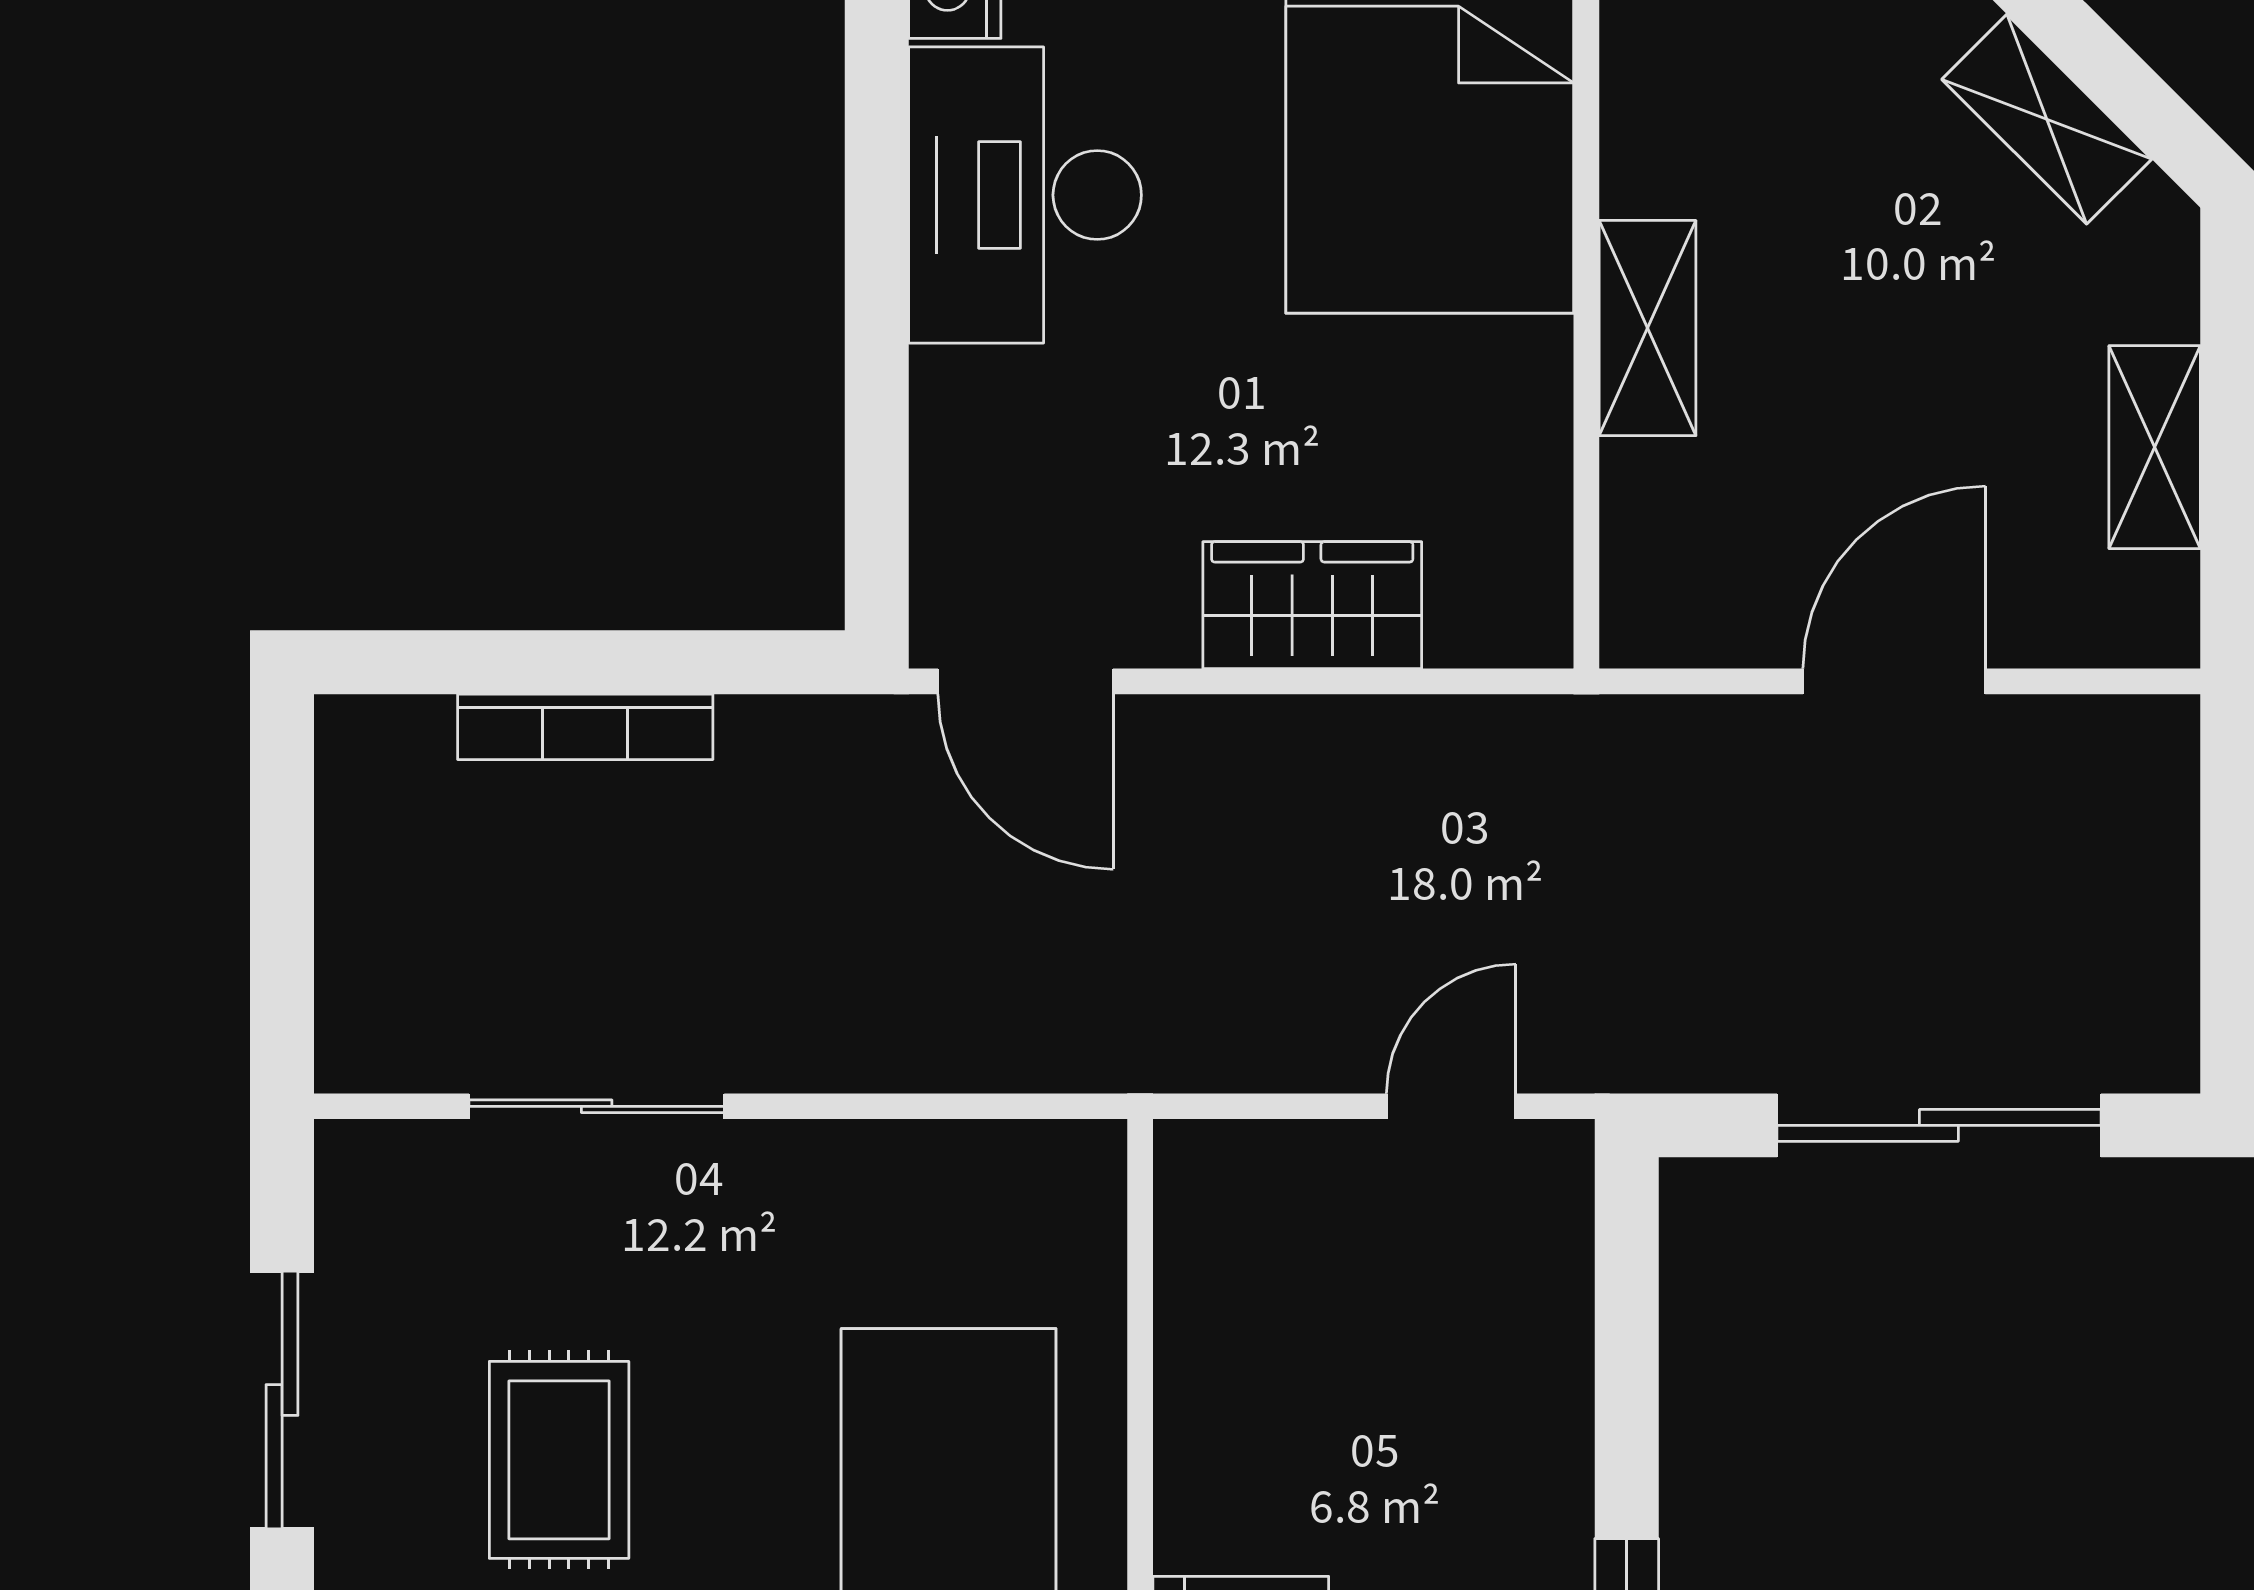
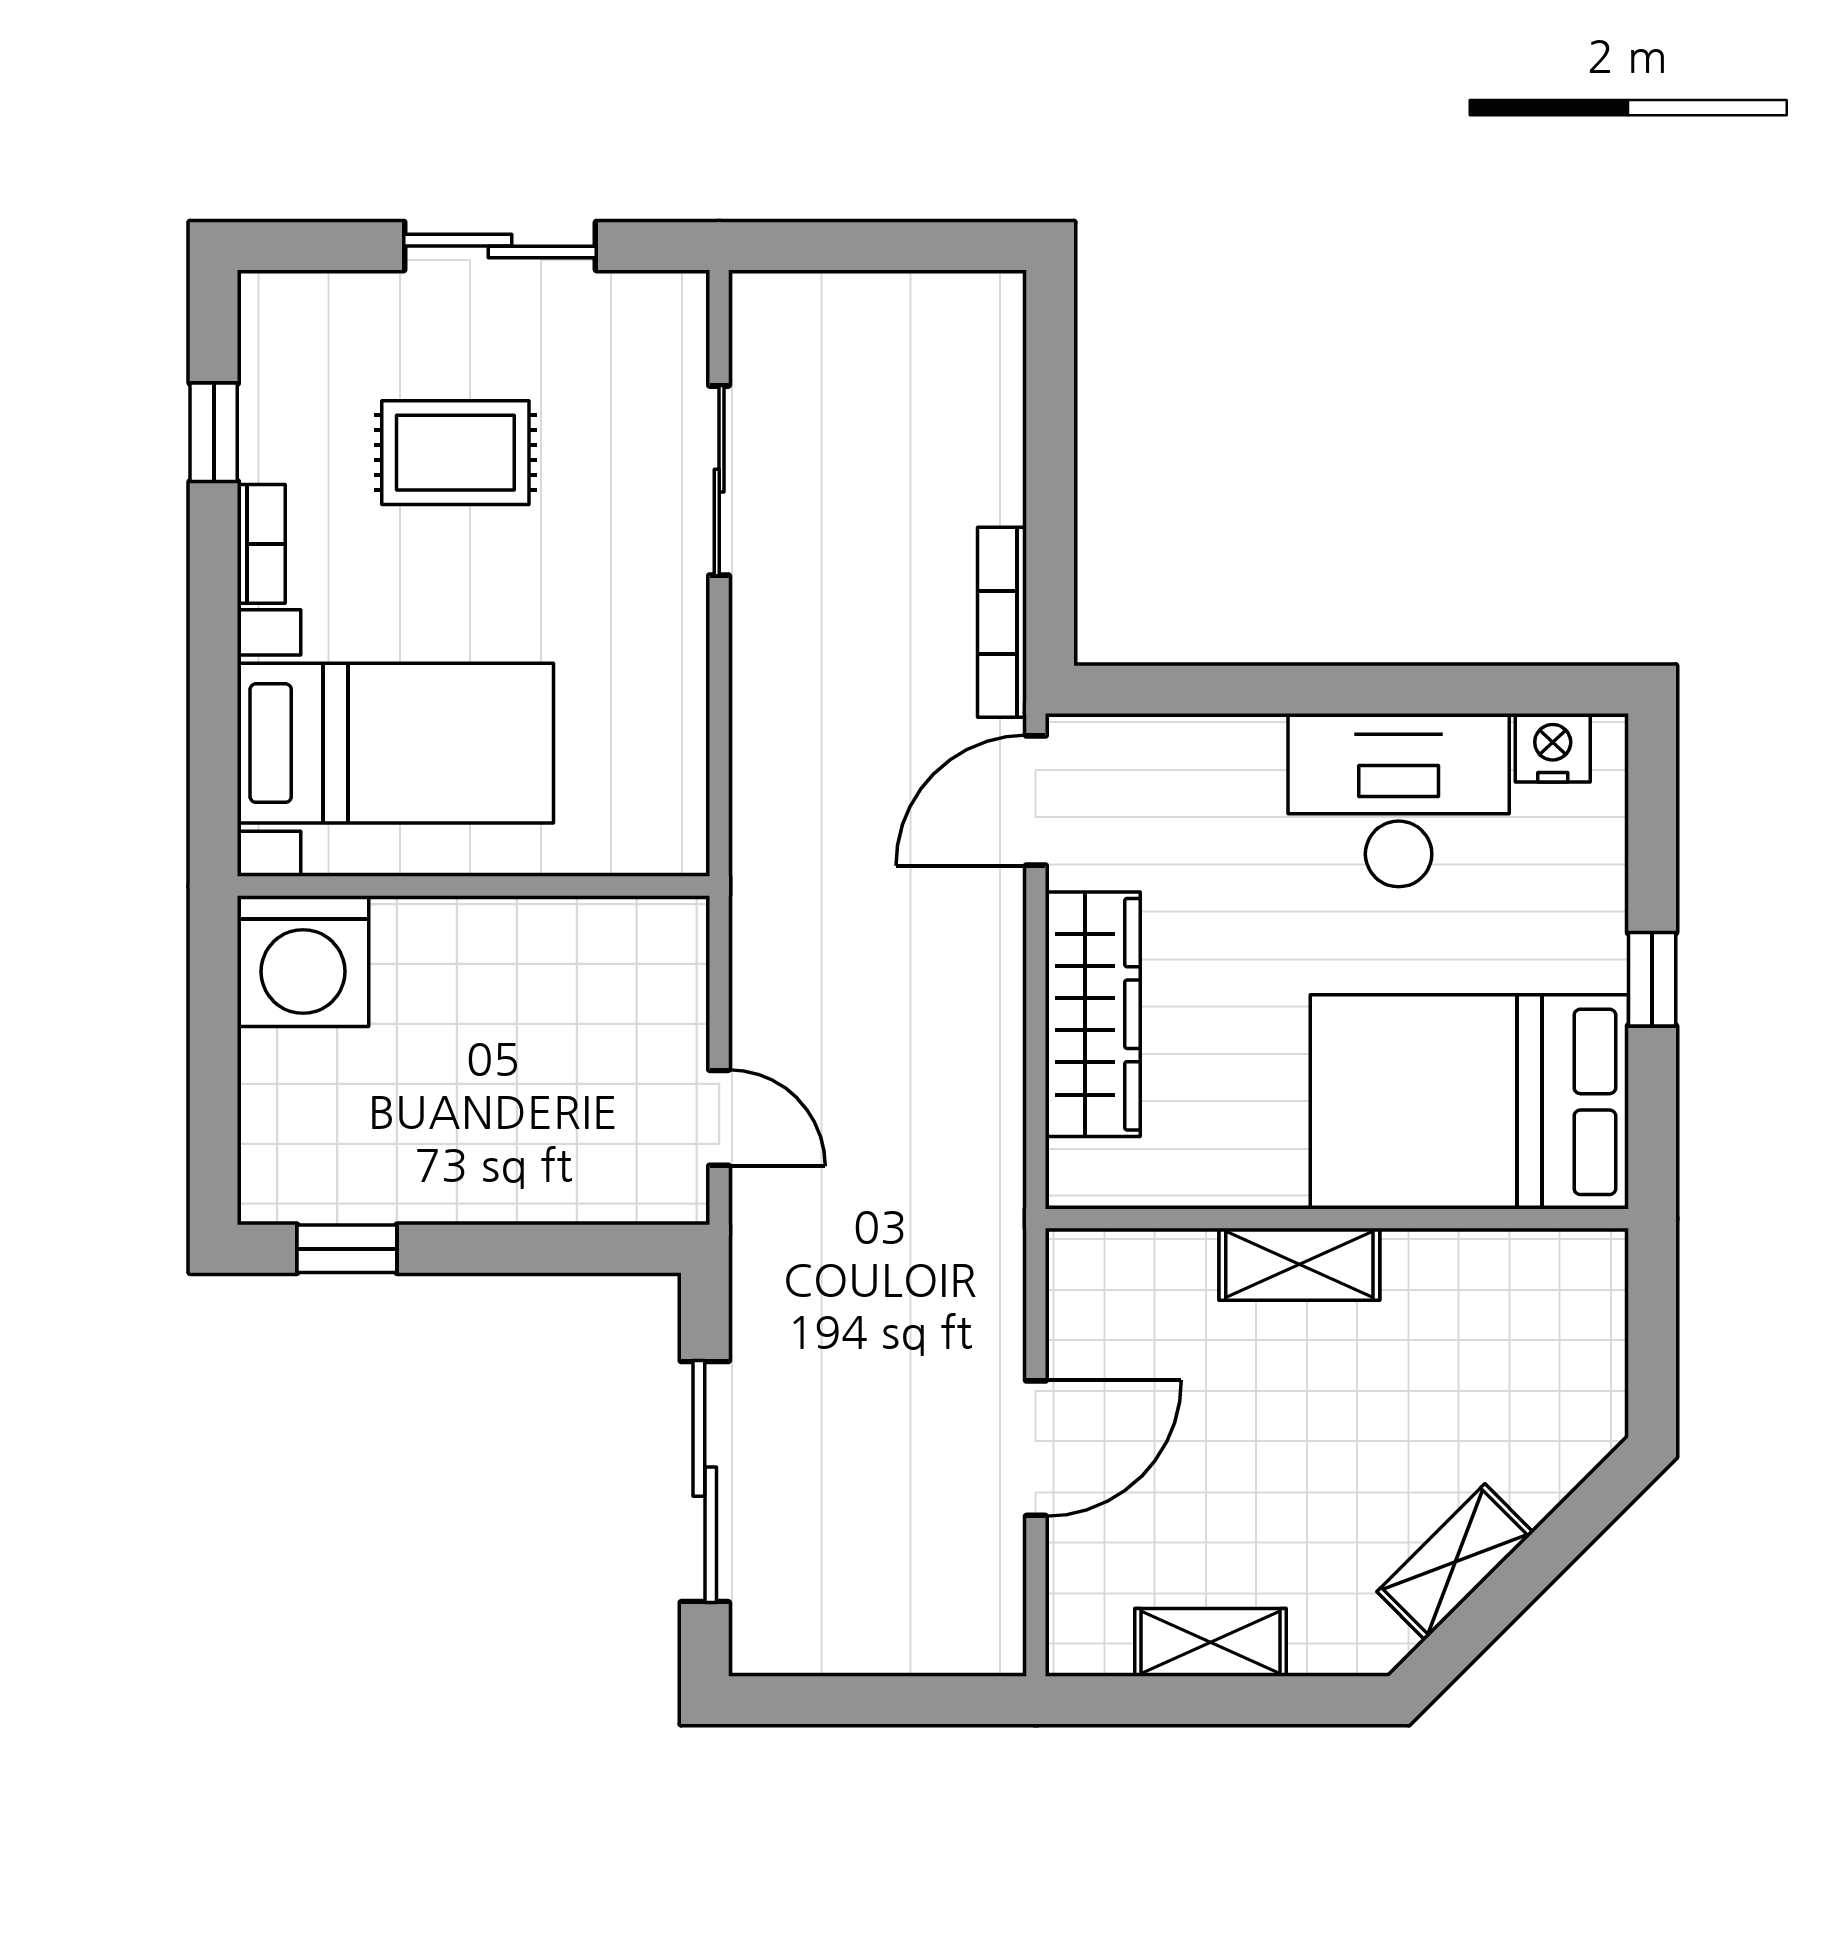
wardrobe: (1312, 605) -> (1093, 1014), width x1.50
door: (1894, 681) -> (1036, 1448), hinge flipped
bookcase: (585, 727) -> (1002, 622), moved

